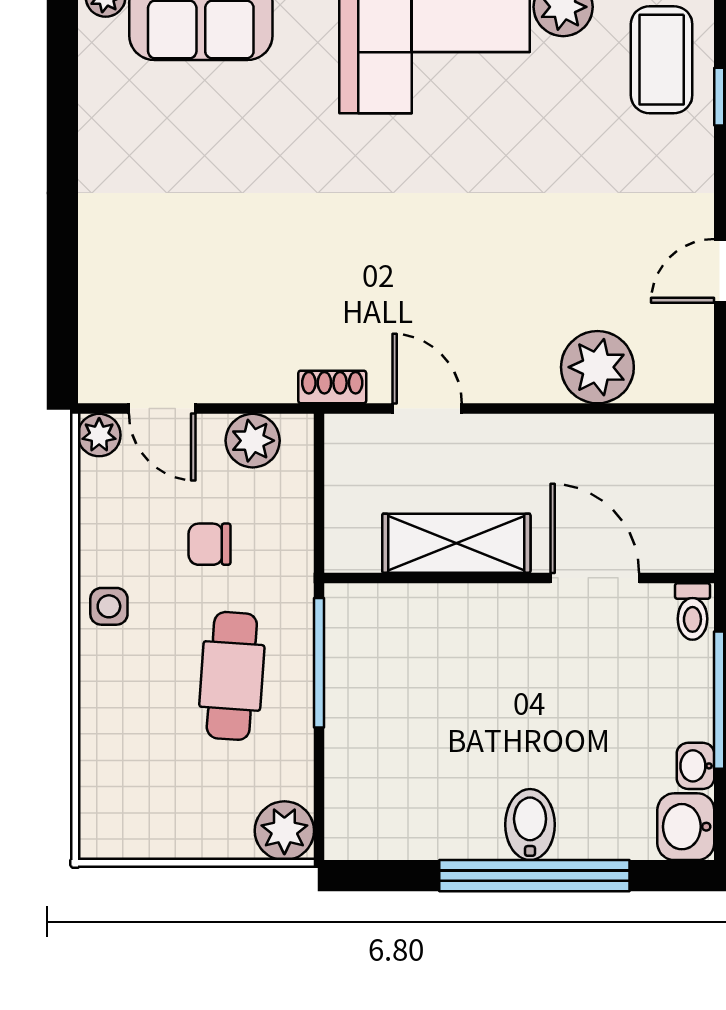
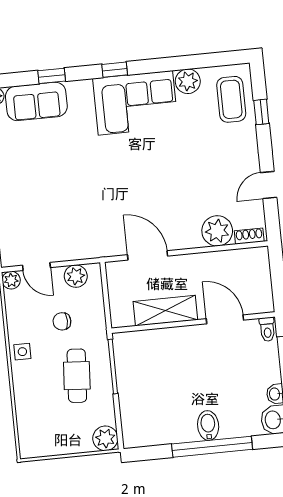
shoe rack: (332, 387) -> (249, 236), moved
door: (427, 409) -> (148, 255), width x1.38

